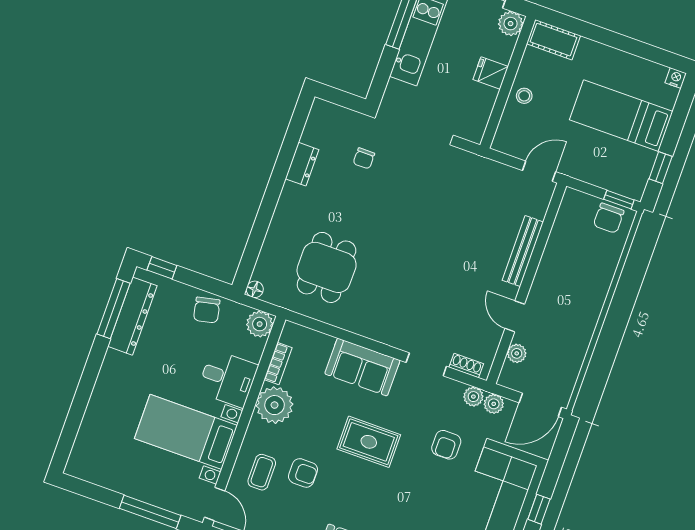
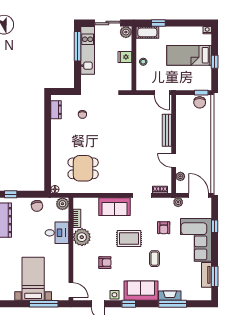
window: (582, 29) -> (158, 23), added
dresser: (302, 164) -> (56, 110), moved
window: (661, 168) -> (215, 62), moved
door: (539, 171) -> (162, 93), swing flipped
dining table: (327, 267) -> (83, 168), turned 90
plant: (473, 397) -> (168, 202), removed
door: (540, 405) -> (199, 195), swing flipped
bed with nightstands: (186, 432) -> (33, 279), moved, turned 90
coffee table: (262, 472) -> (155, 259), moved
window: (539, 509) -> (215, 226), moved

